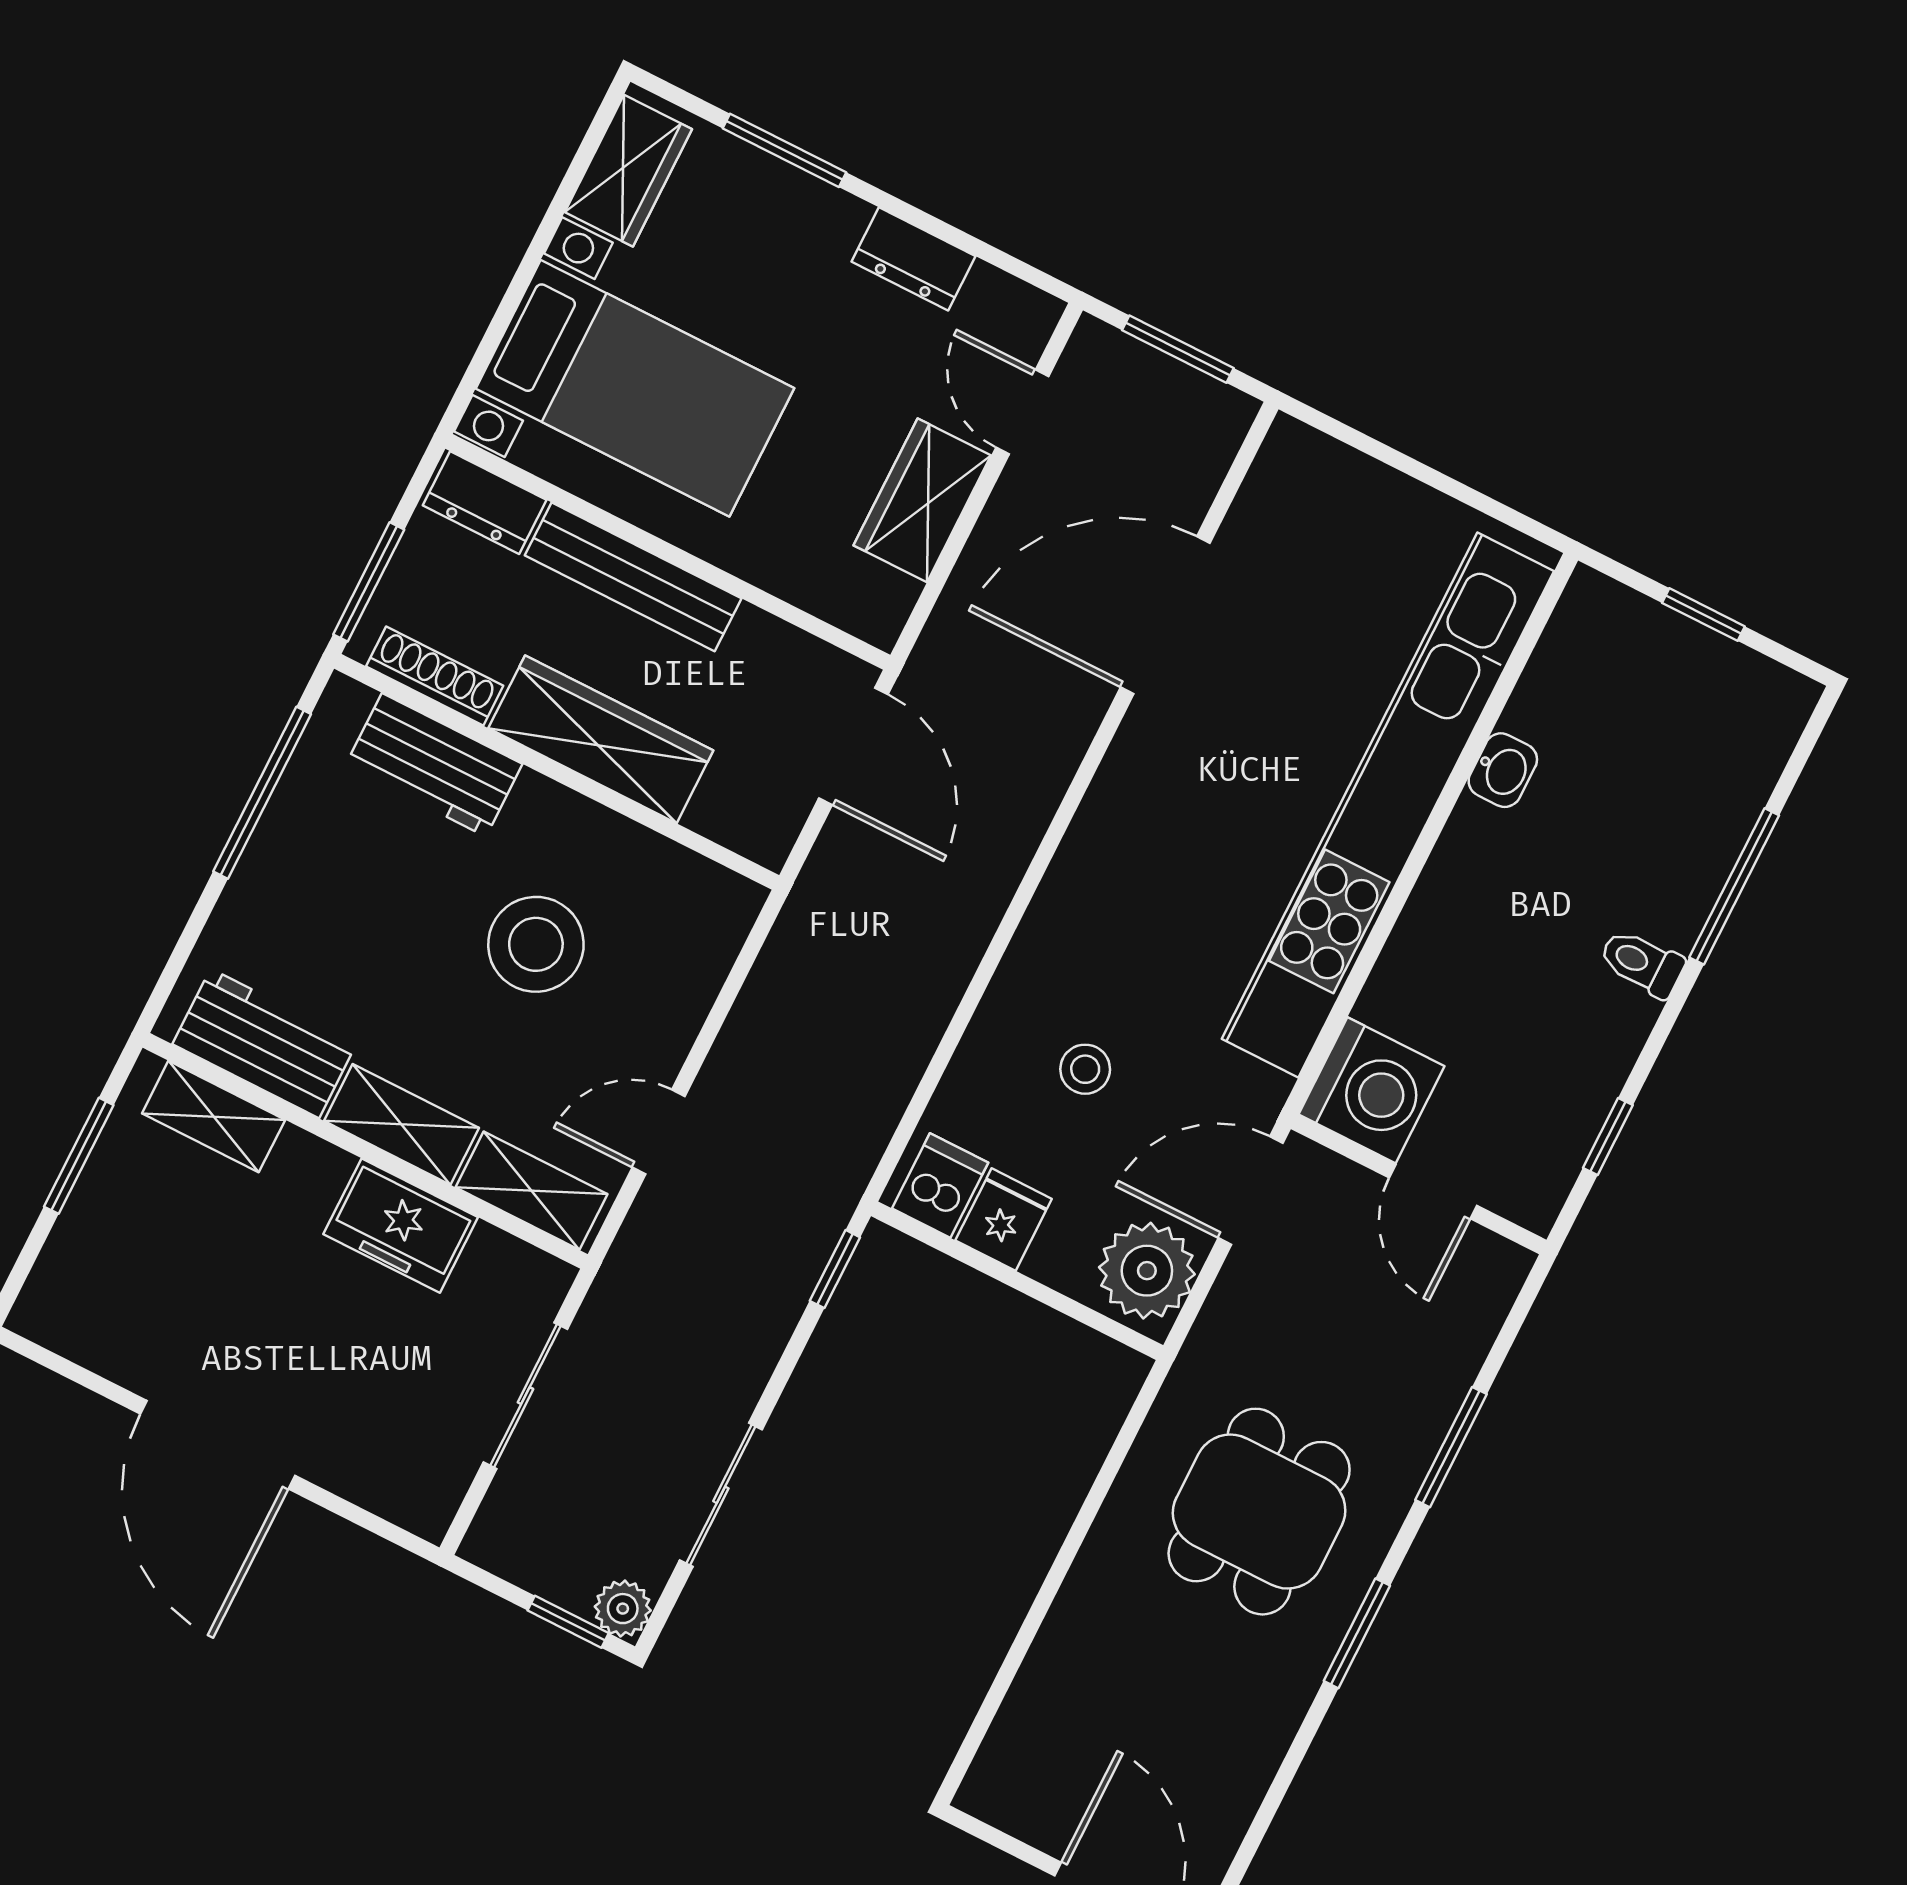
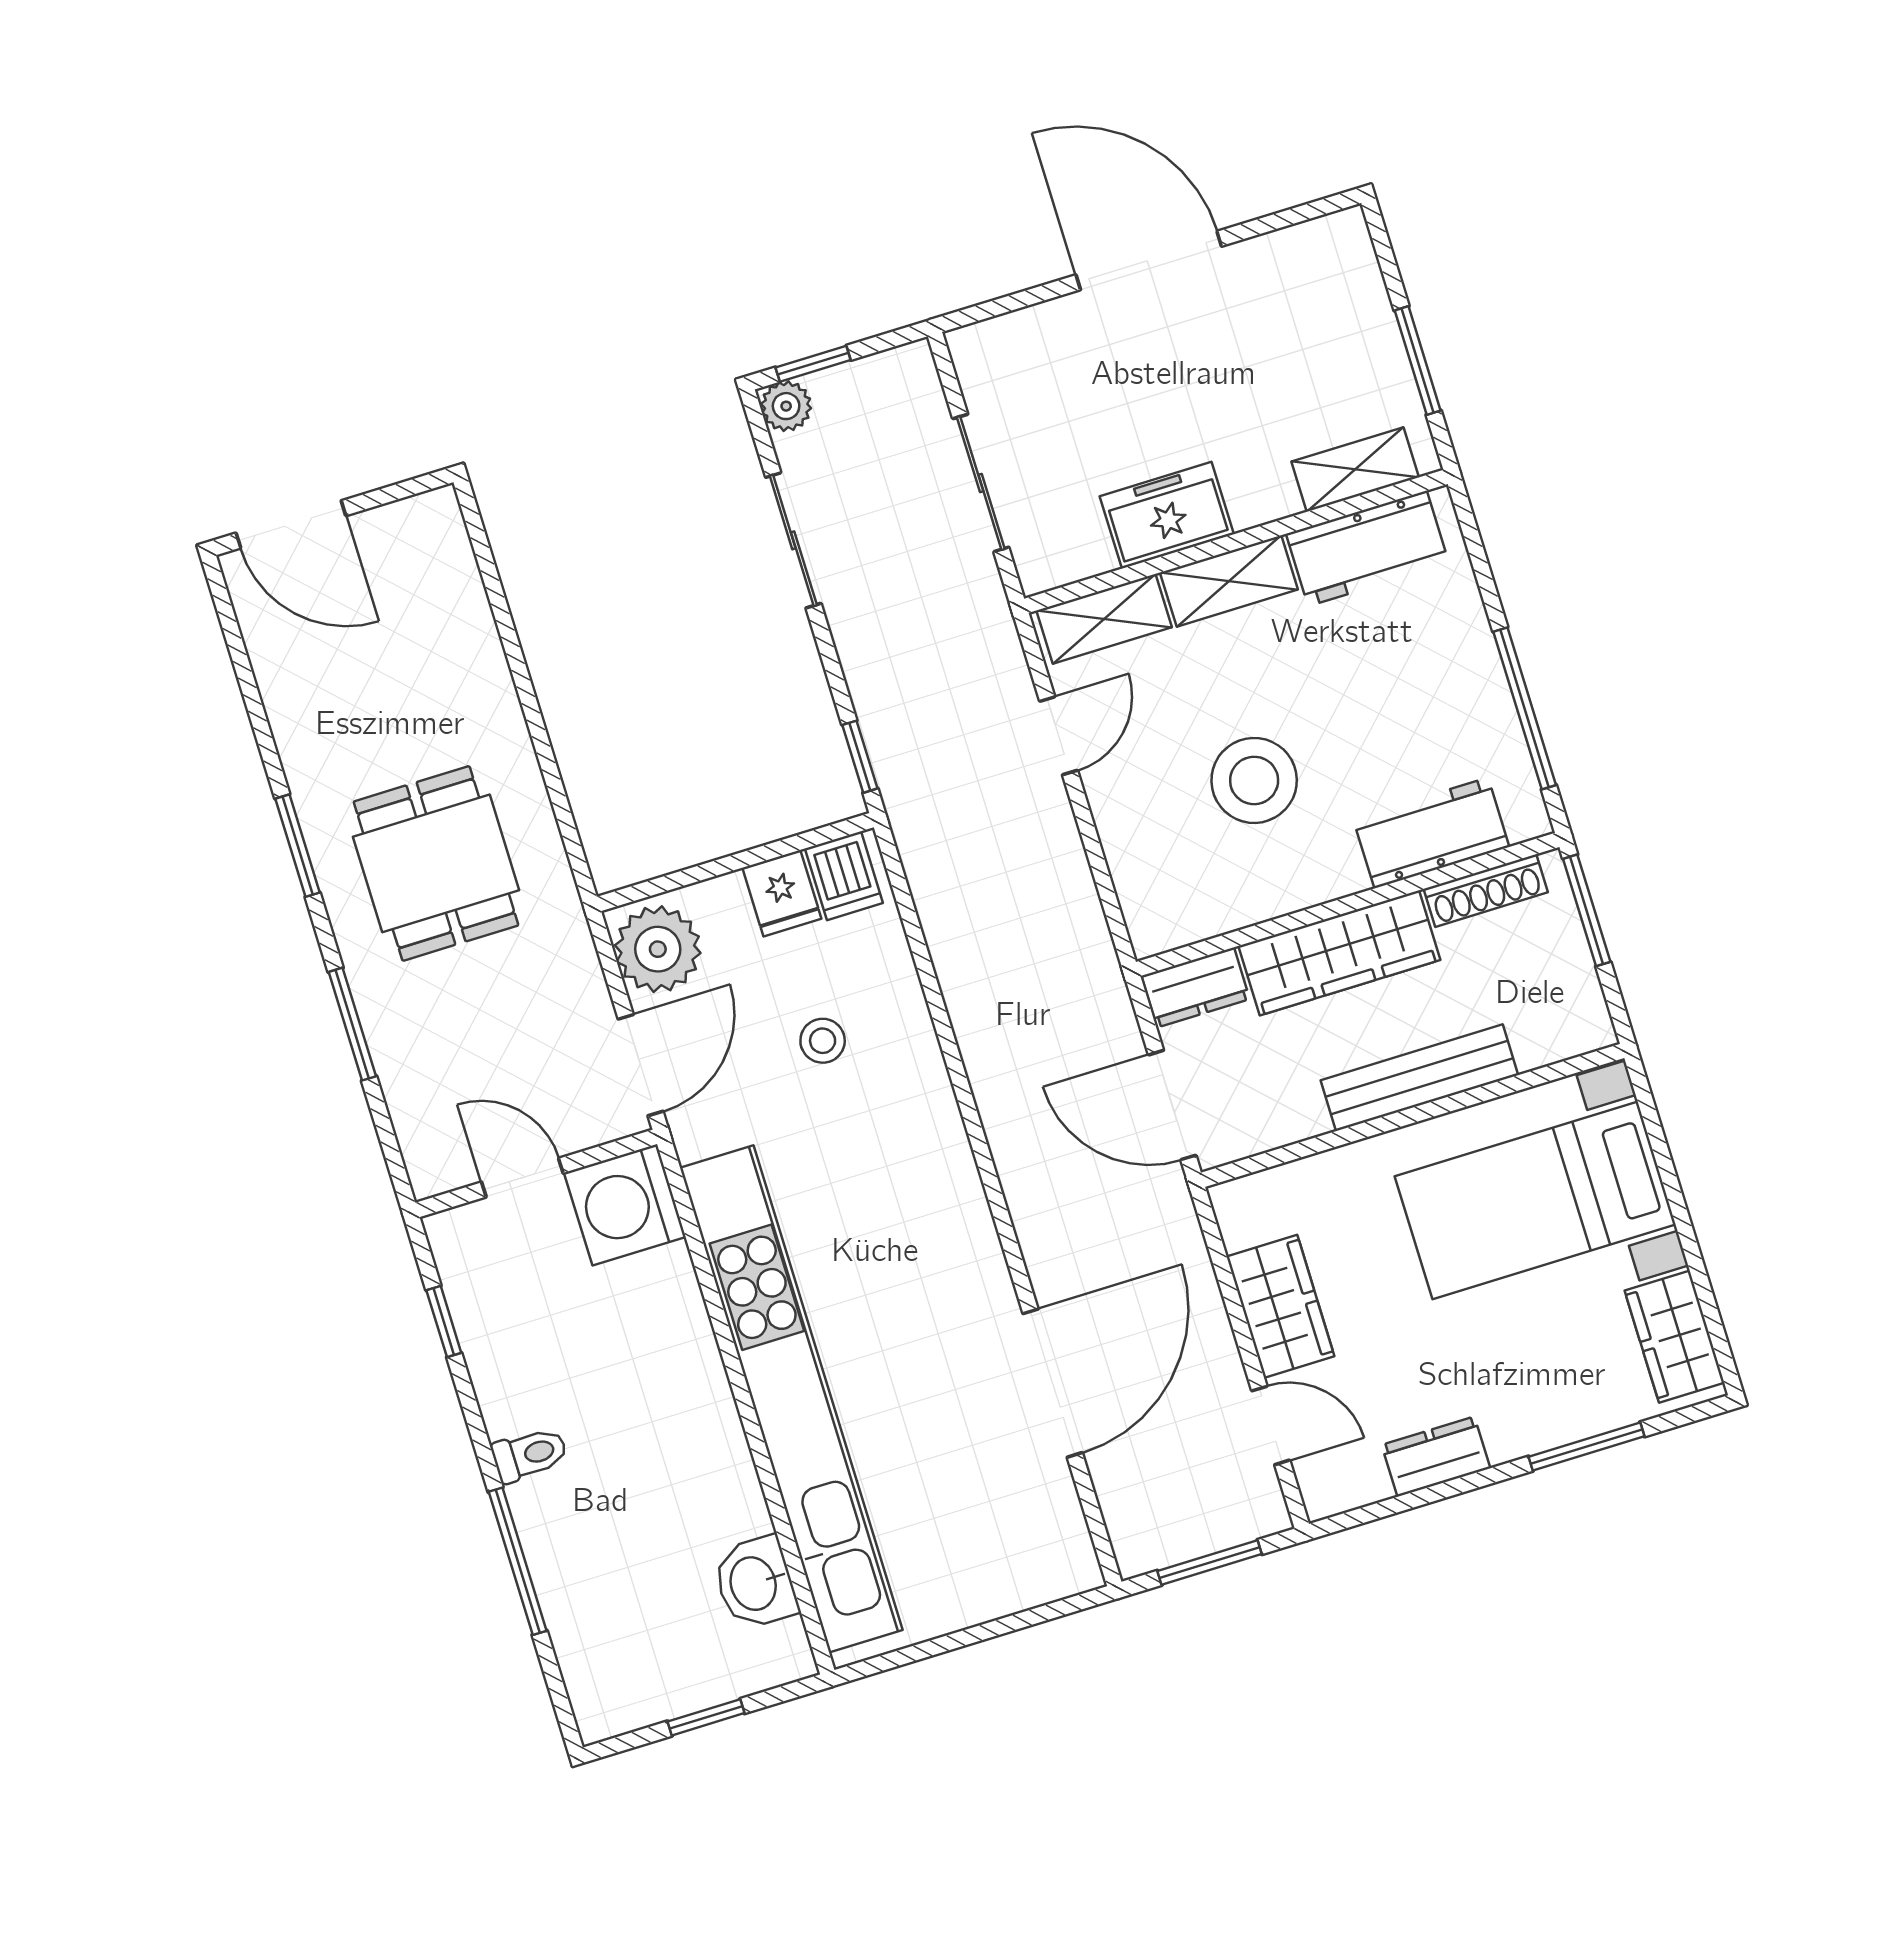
dresser: (485, 503) -> (1196, 987), moved, turned 180
washbasin: (1503, 770) -> (755, 1583), moved, width x1.38, depth x1.45

